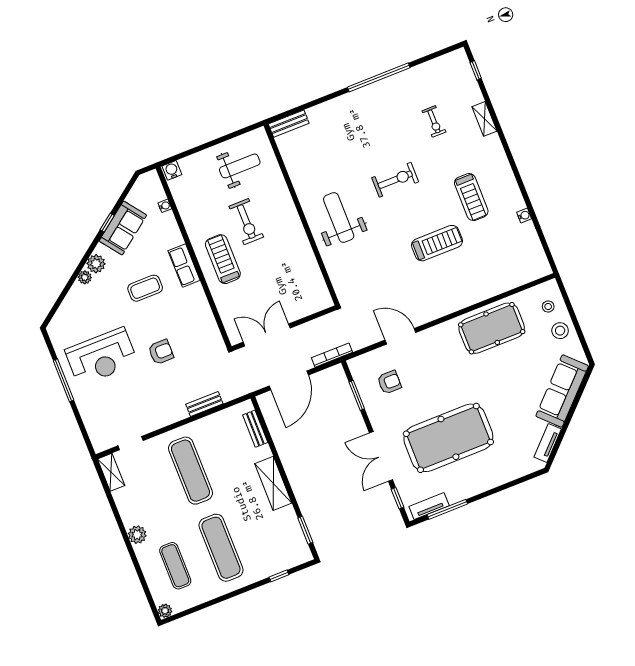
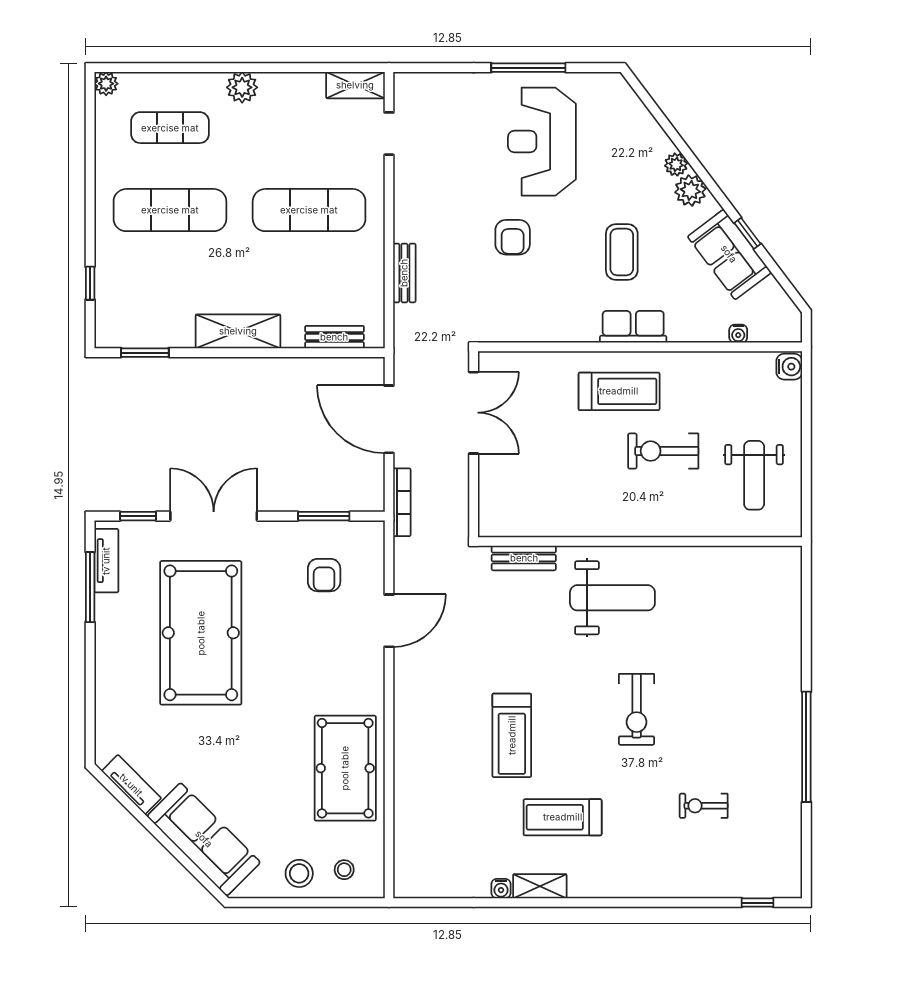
shelving: (484, 119) -> (540, 886), moved
bench: (289, 124) -> (524, 558), moved, turned 90

